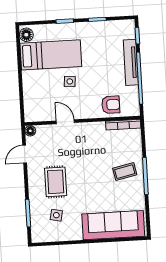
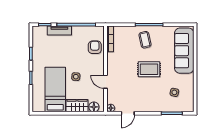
floor lamp: (26, 35) -> (94, 107), moved
tv unit: (131, 62) -> (59, 31), width x0.71
wardrobe: (31, 85) -> (77, 106), added
door: (65, 122) -> (105, 82), hinge flipped
door: (25, 154) -> (128, 113), hinge flipped
rug: (56, 182) -> (149, 69), moved

